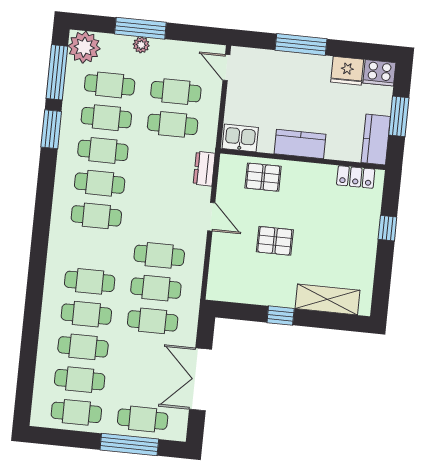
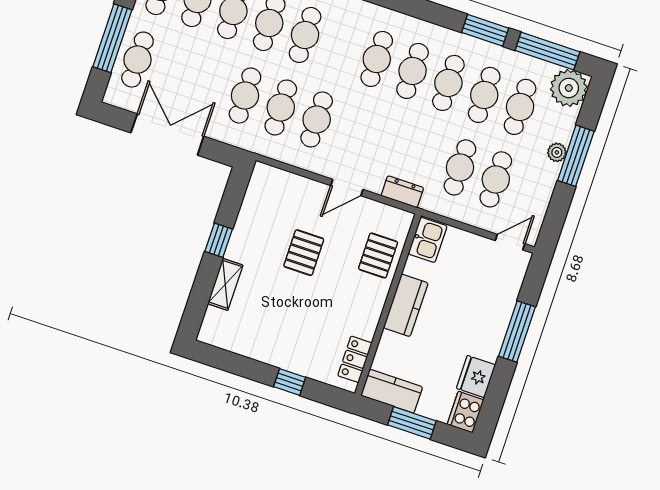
shelving: (328, 299) -> (225, 284), width x0.67, depth x0.75

